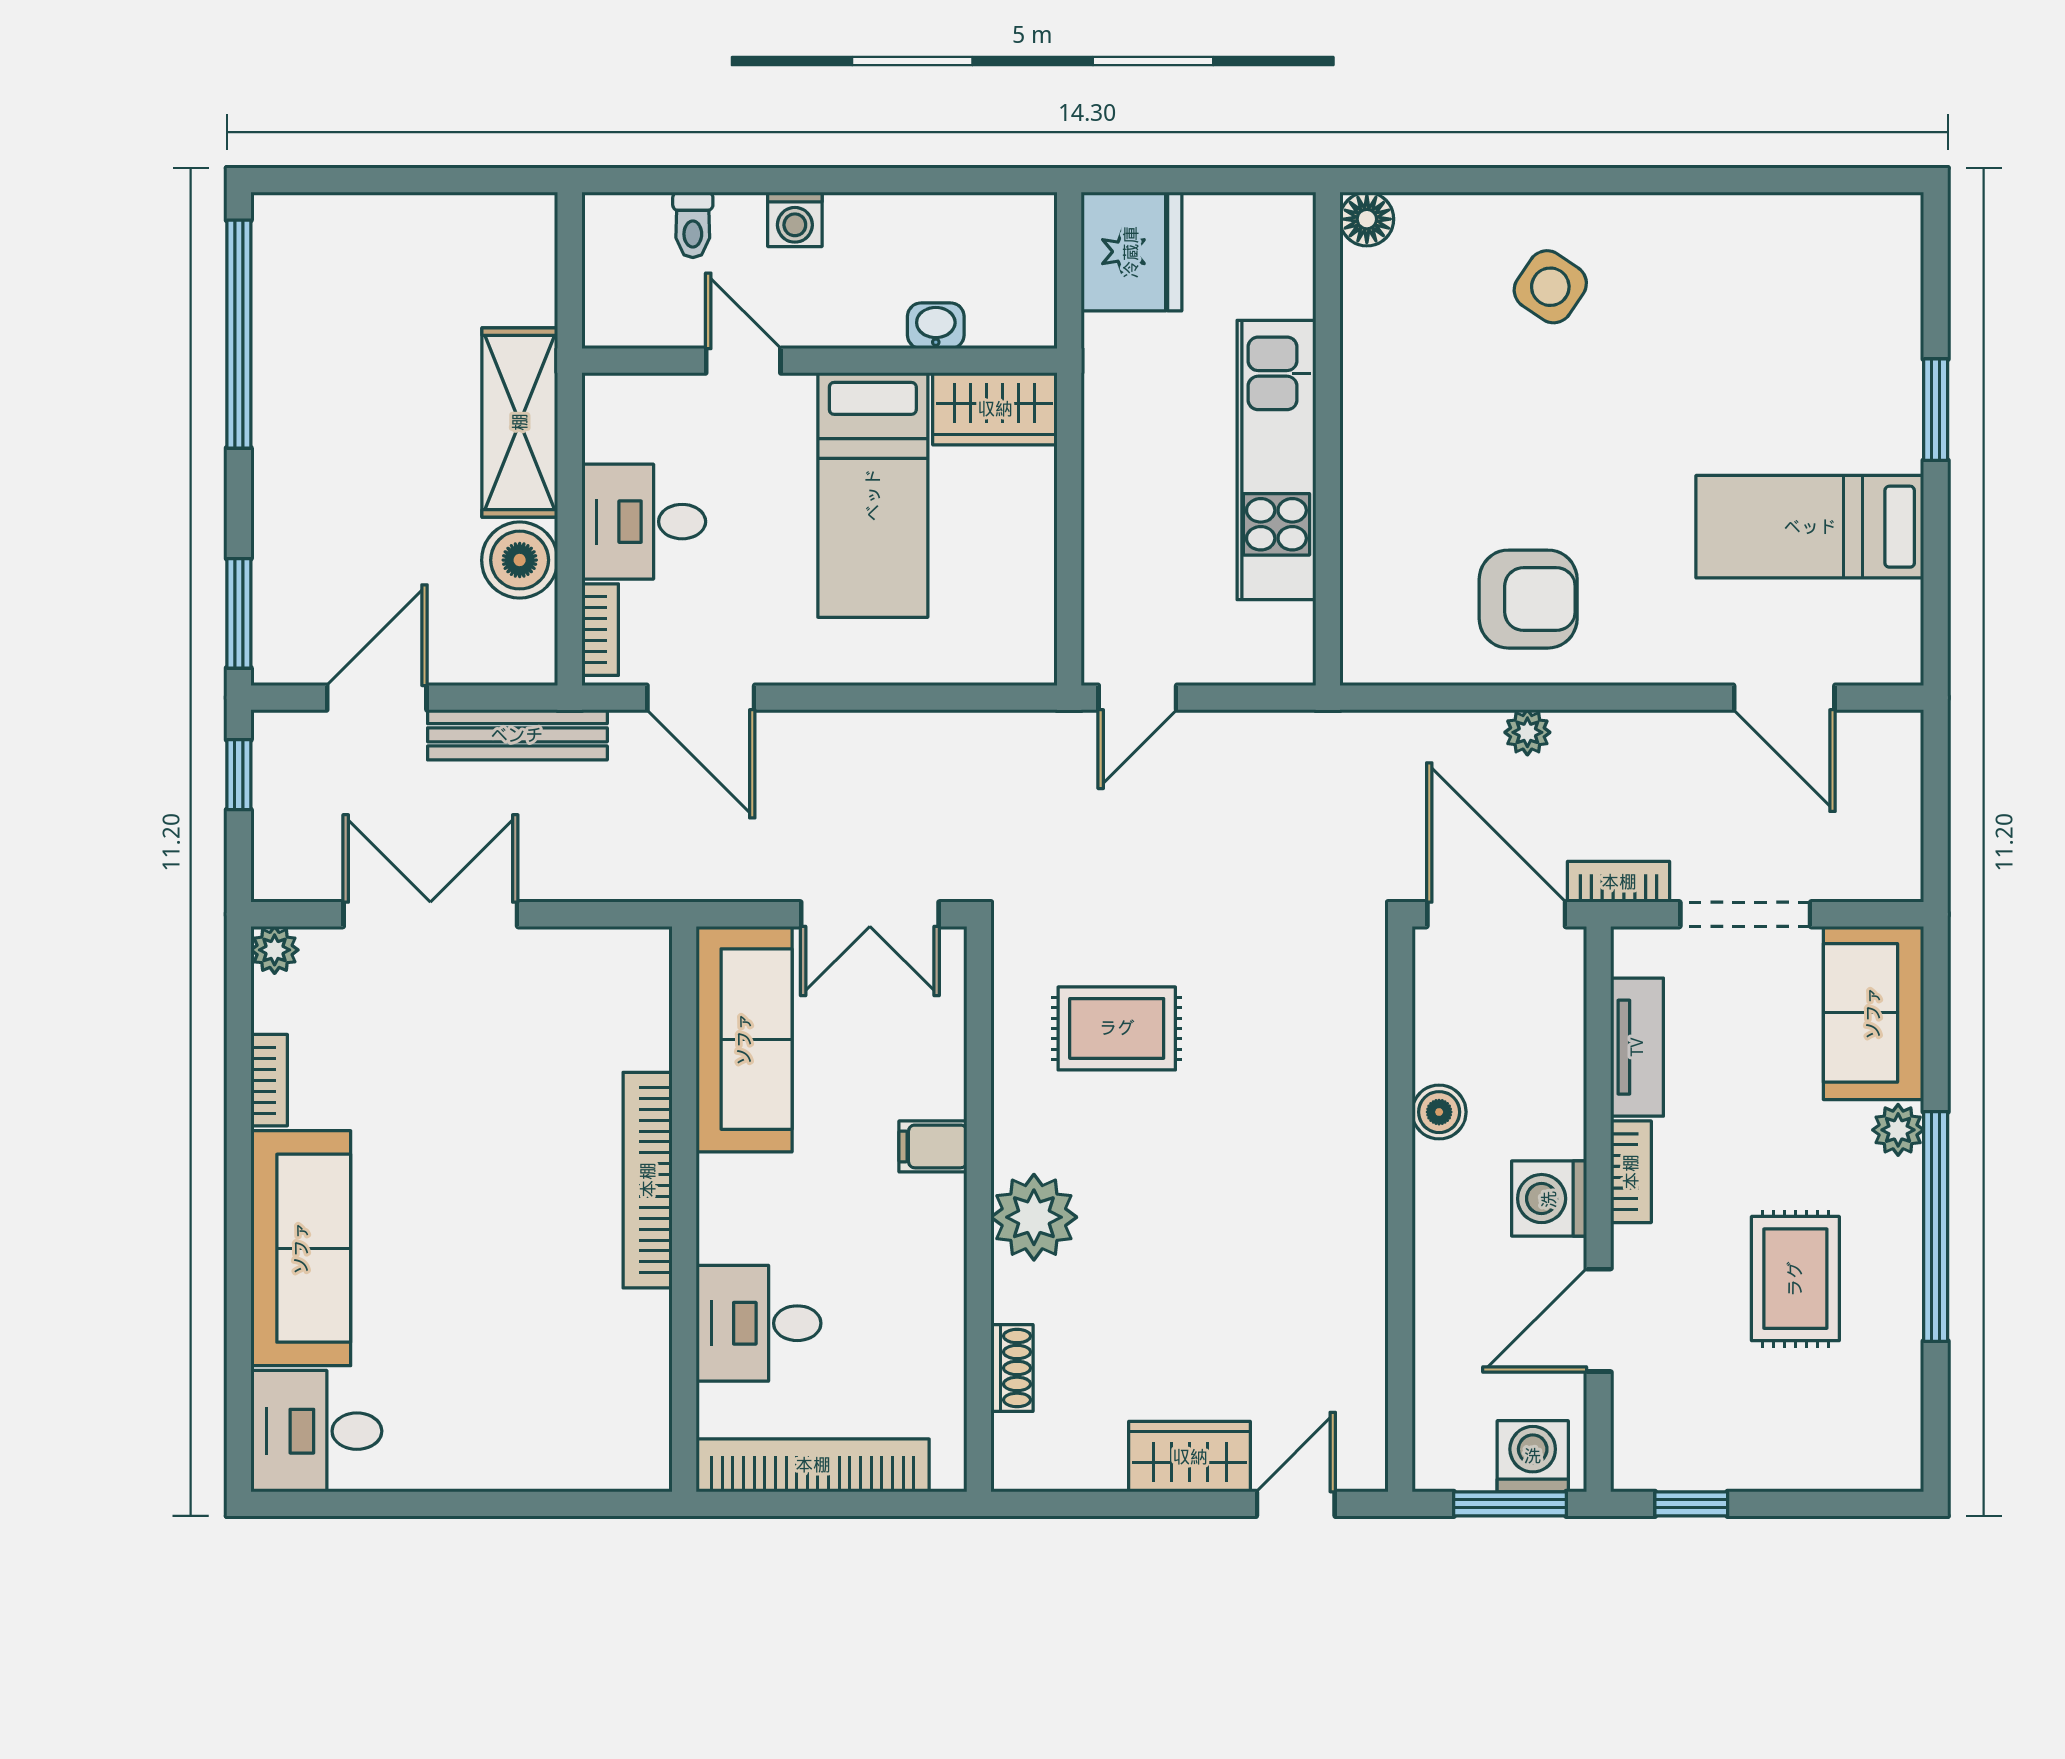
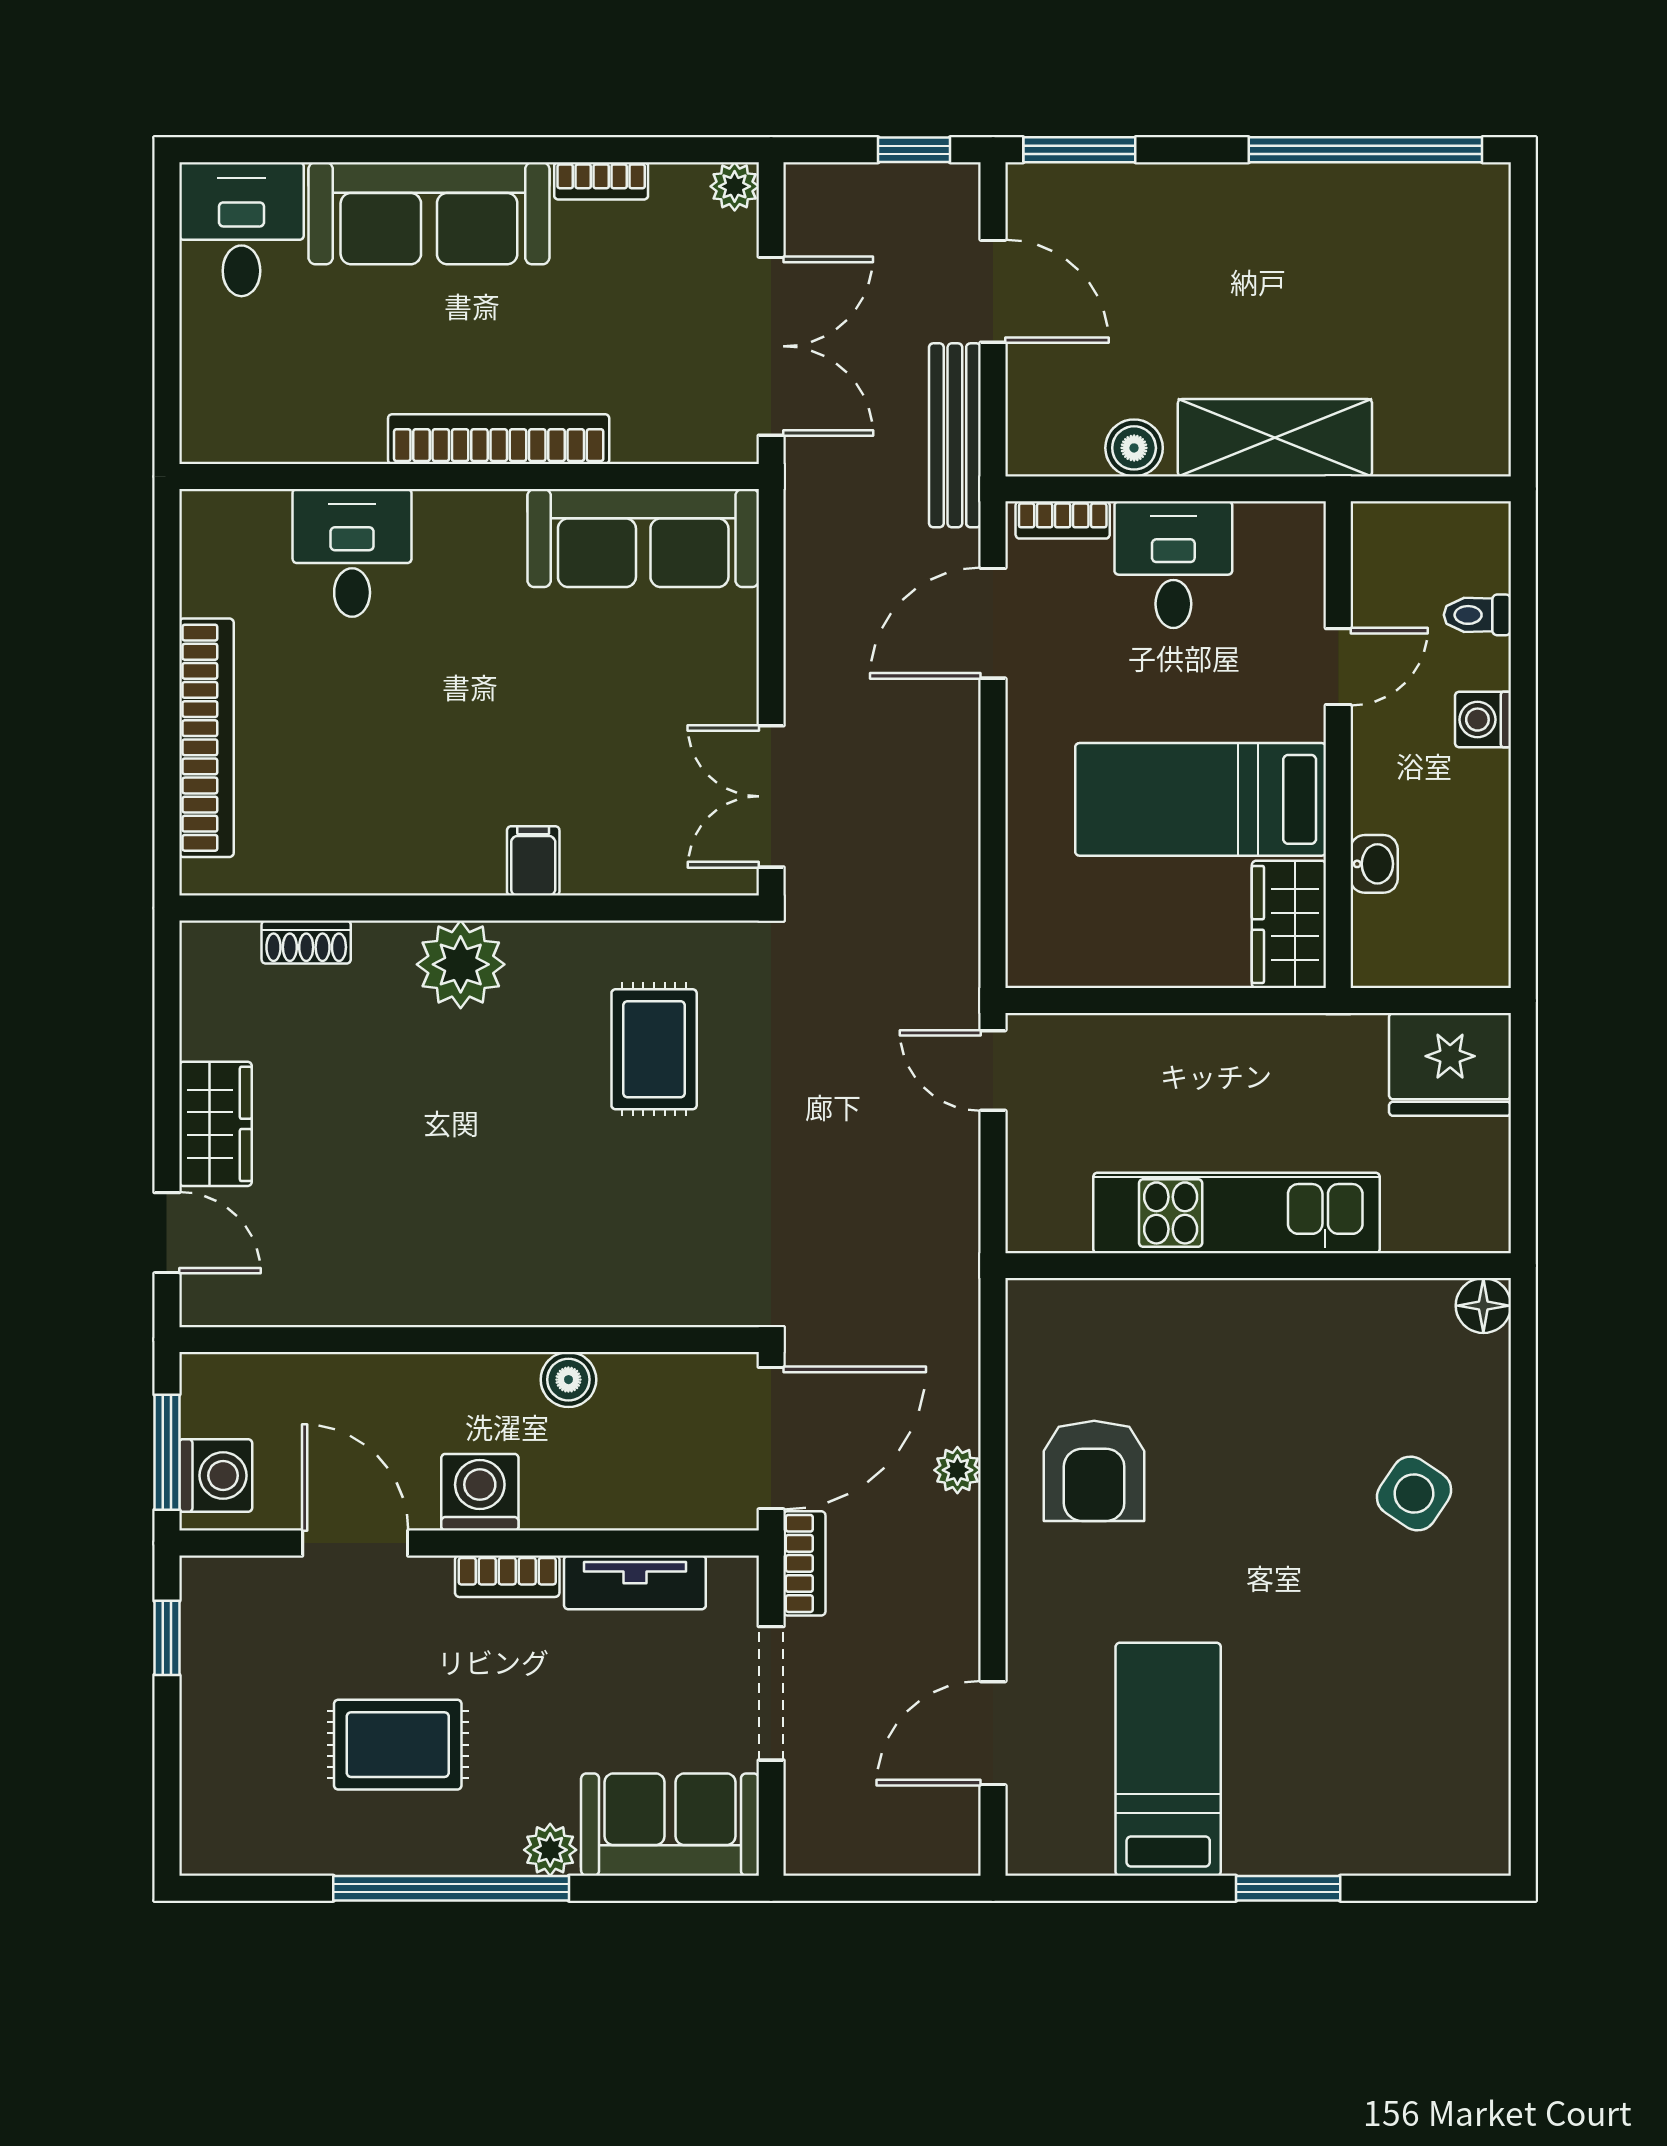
boiler: (520, 560) -> (1134, 448), width x0.73, depth x0.73
sofa: (744, 1039) -> (643, 538), moved
bookcase: (648, 1180) -> (499, 439), moved
wall: (684, 1209) -> (469, 477), moved
desk: (759, 1323) -> (352, 553), moved

